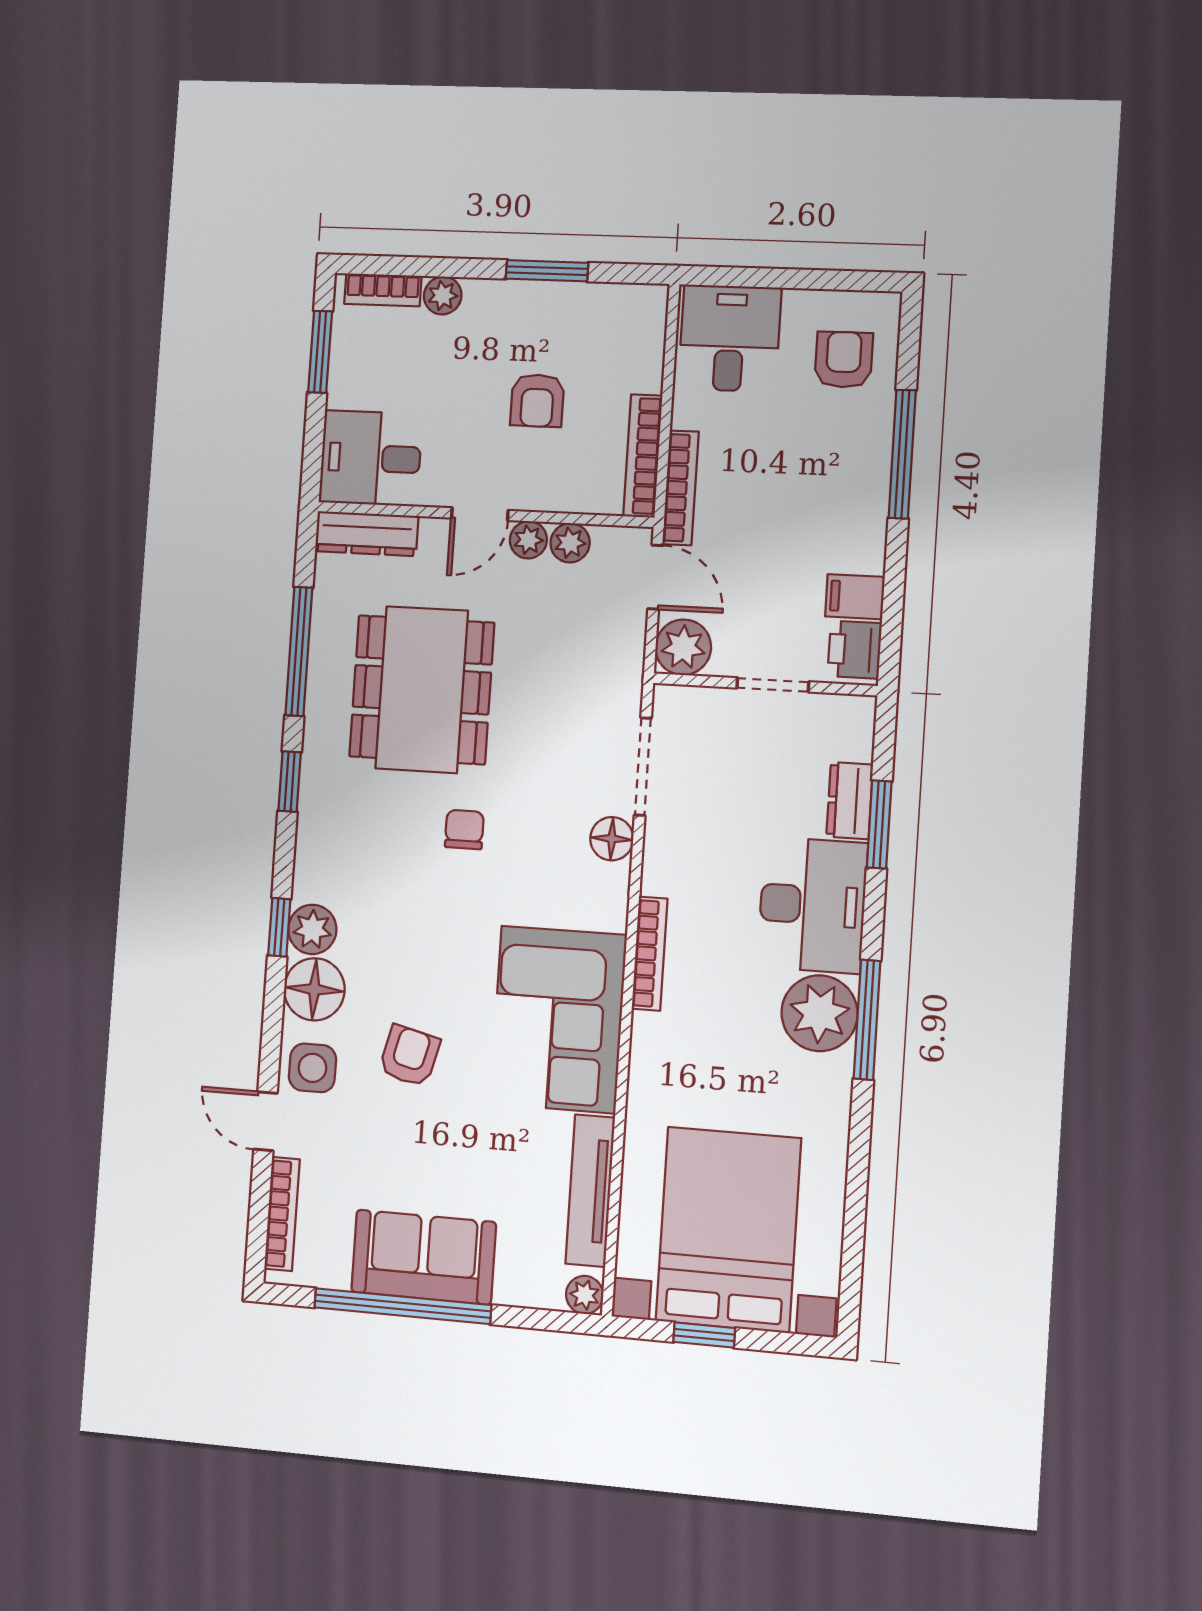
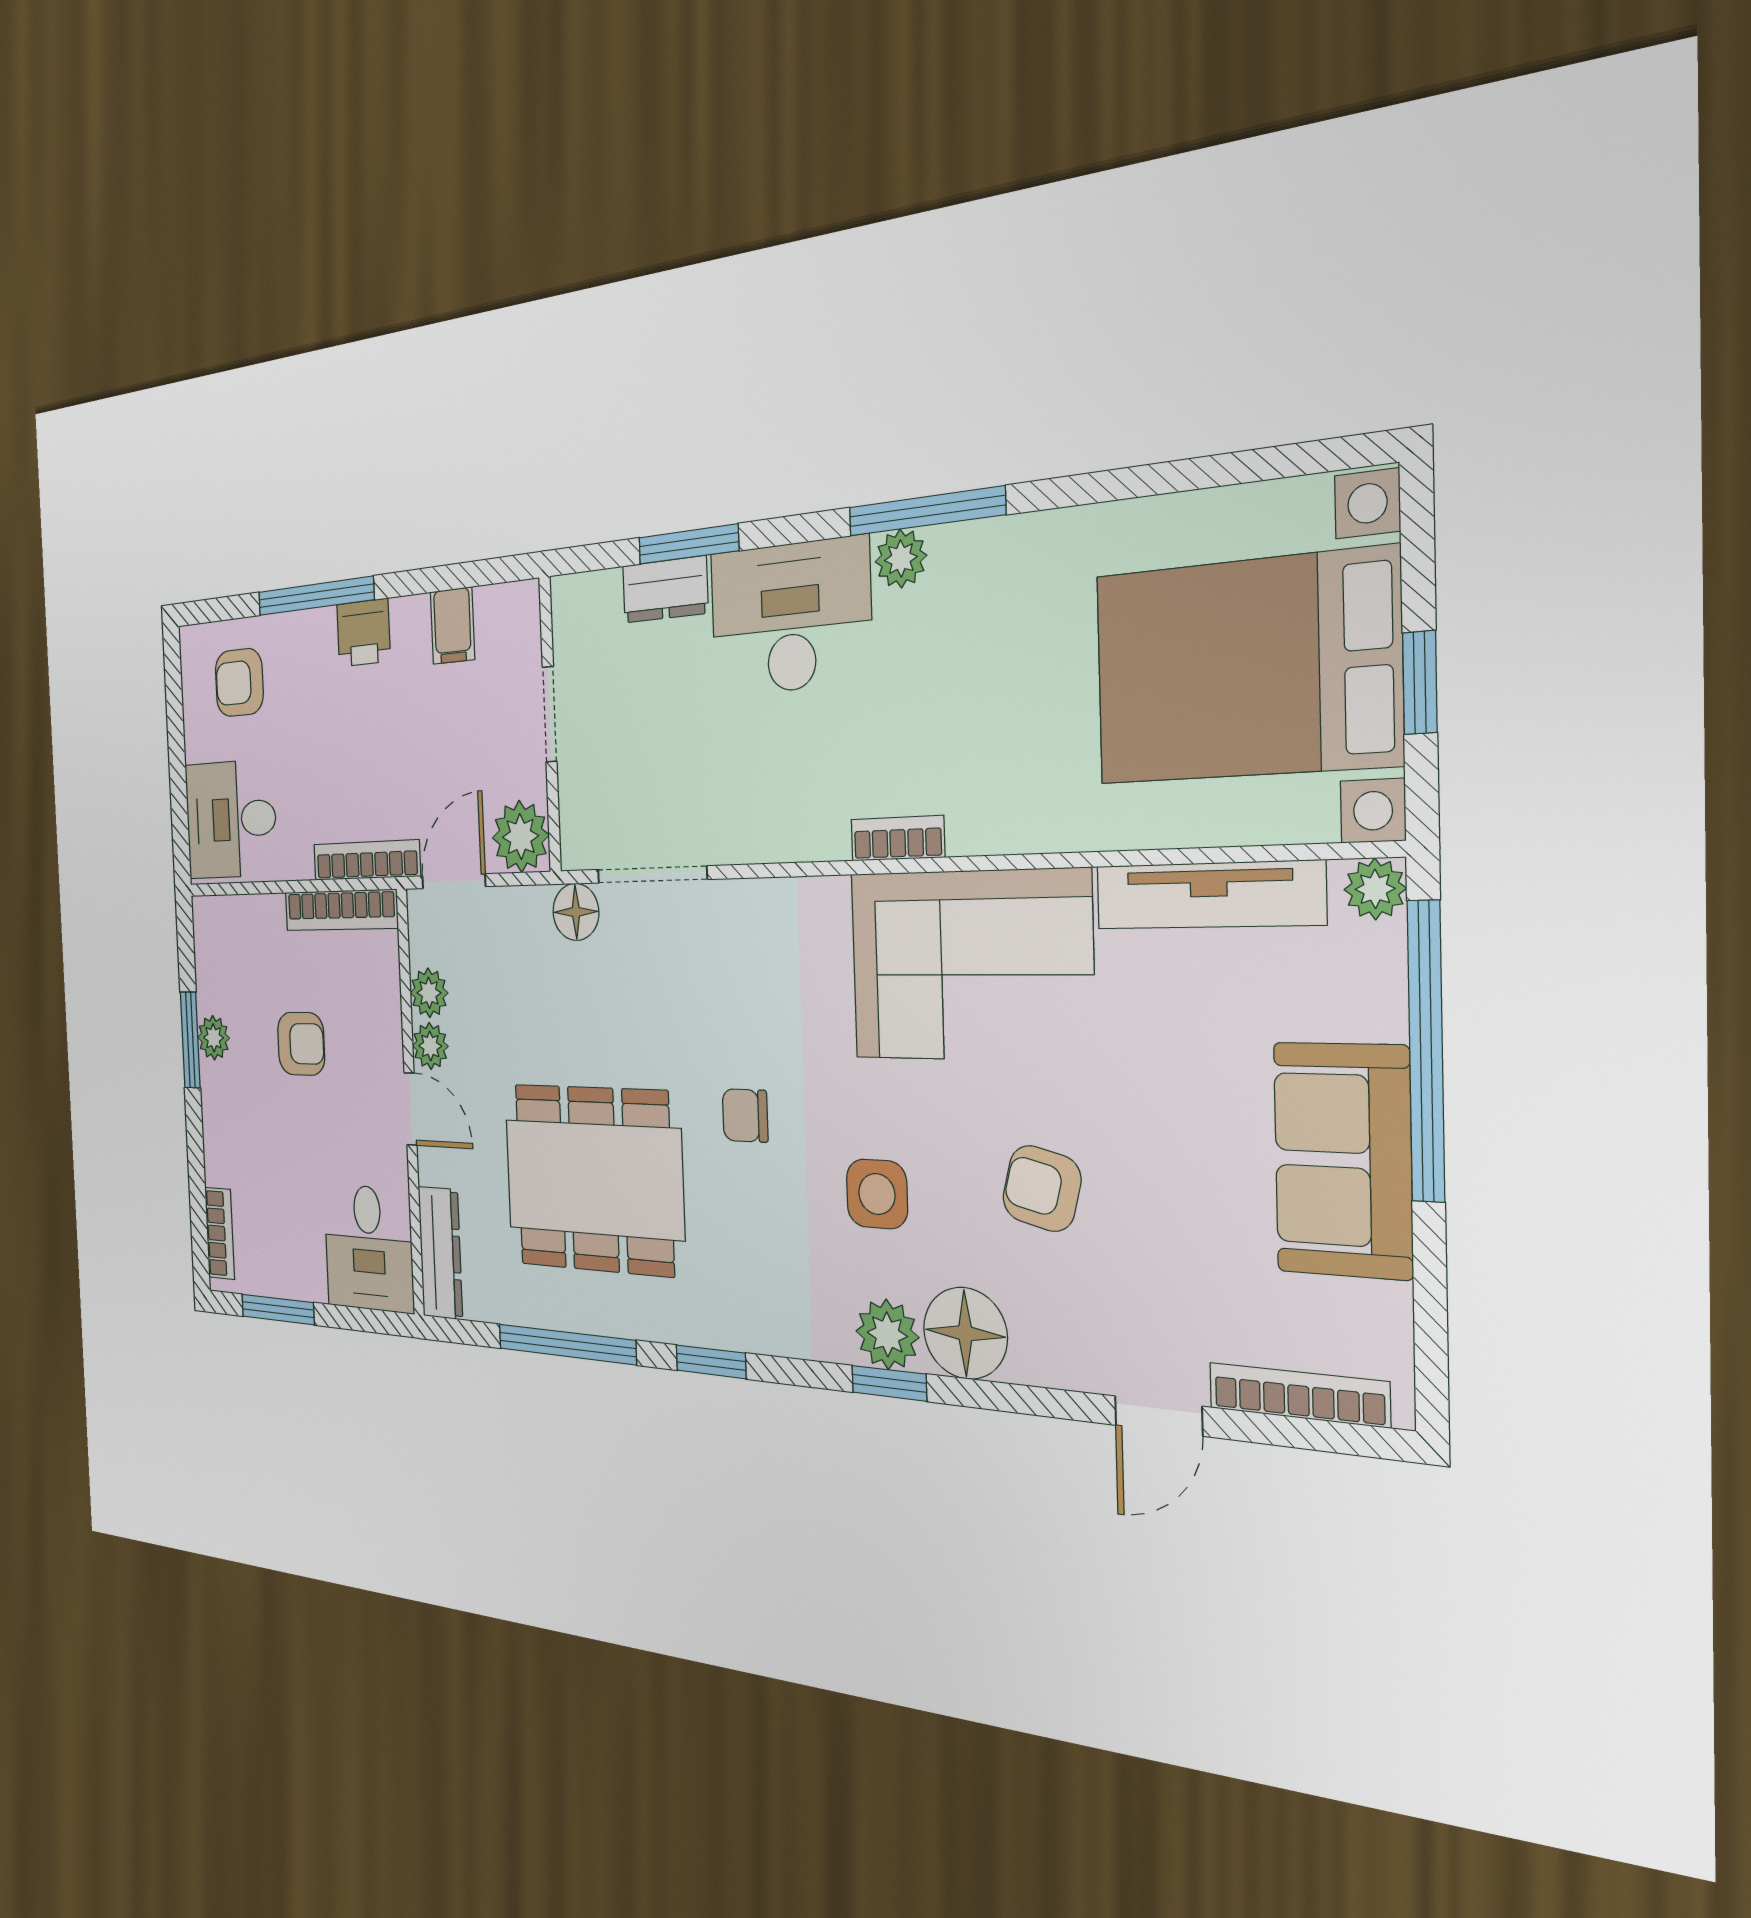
plant: (443, 296) -> (214, 1038), moved
printer: (855, 650) -> (363, 633), moved
floor lamp: (612, 839) -> (576, 912), moved
bookcase: (650, 954) -> (898, 838), width x0.64
plant: (820, 1013) -> (901, 559), width x0.53, depth x0.53
side table: (312, 1068) -> (877, 1194), moved
window: (402, 1306) -> (1426, 1051), moved

